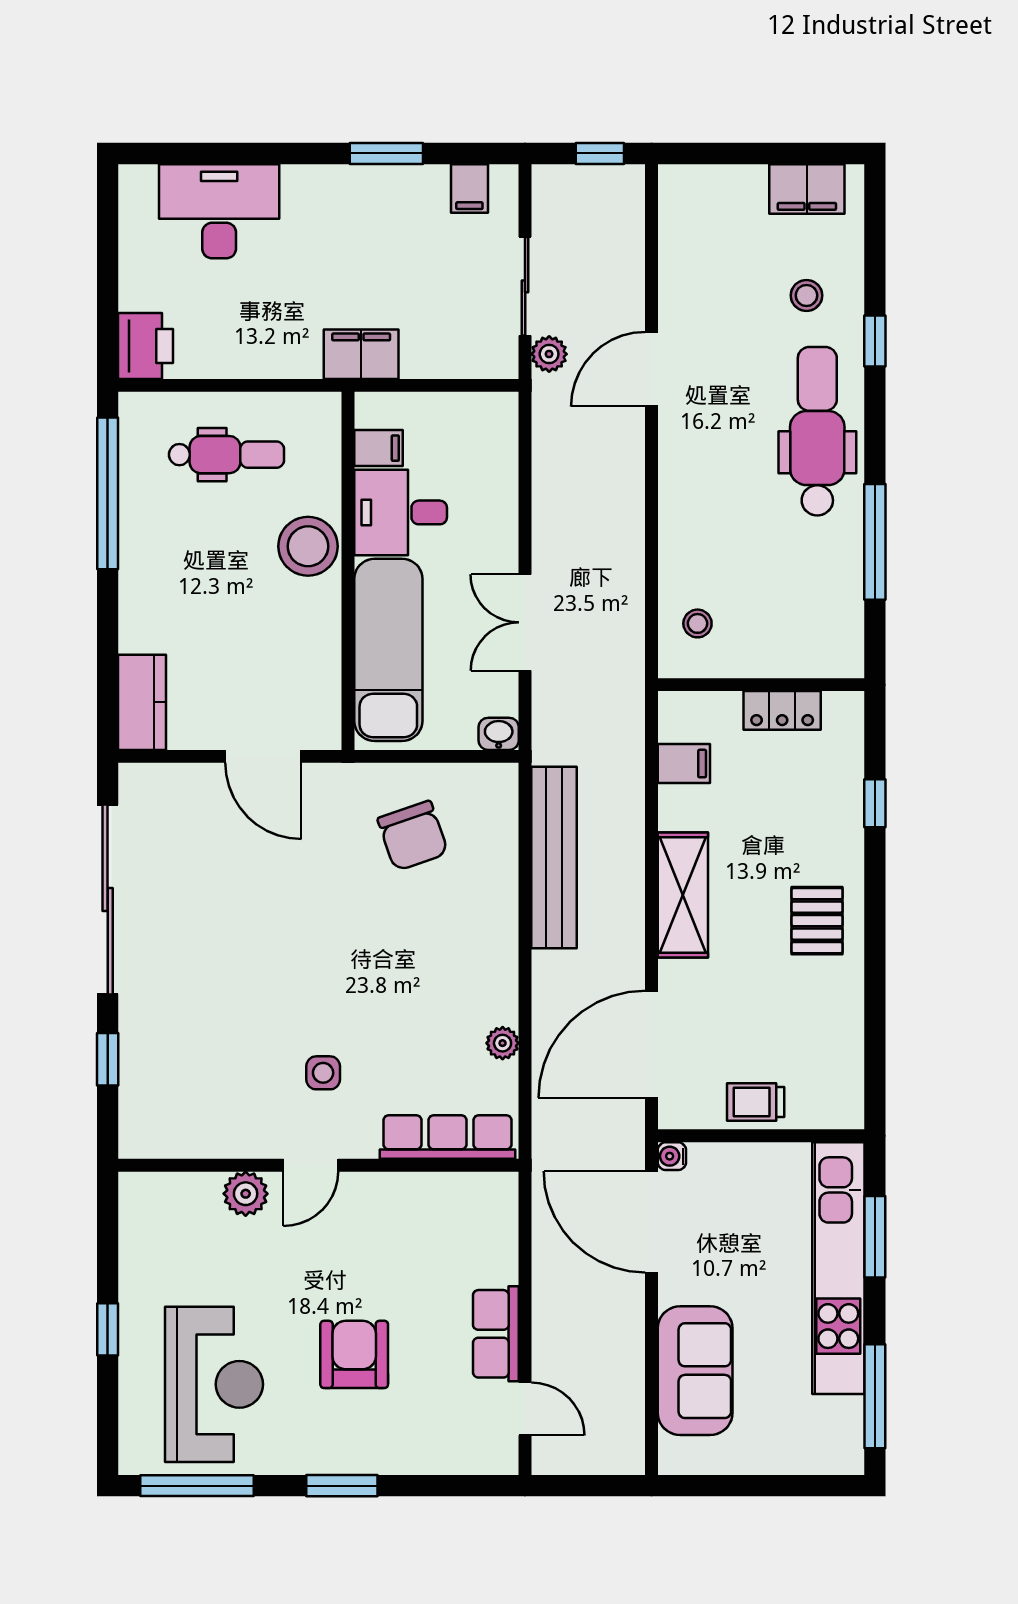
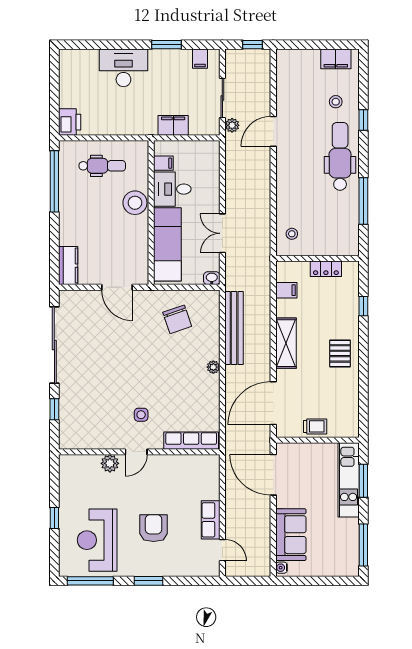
desk: (219, 211) -> (123, 68), moved
filing cabinet: (361, 354) -> (173, 125), moved
plant: (503, 1043) -> (213, 367), moved
trolley: (756, 1102) -> (315, 426), turned 180
water cooler: (672, 1156) -> (282, 568), moved
kitchen unit: (838, 1268) -> (349, 480), width x0.73
reception desk: (214, 1384) -> (97, 540), turned 180

